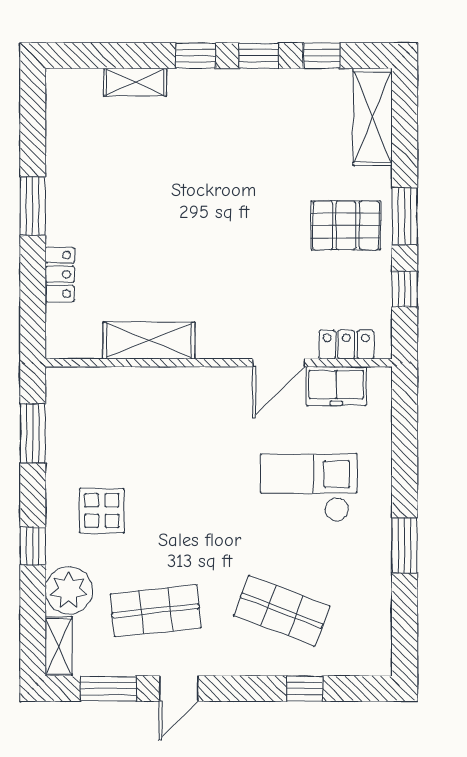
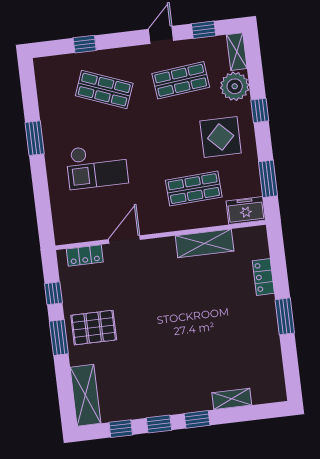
freezer: (336, 386) -> (246, 210), moved
shop shelf: (156, 432) -> (194, 189), added
display table: (102, 511) -> (221, 137), width x1.36, depth x1.36
window: (108, 689) -> (204, 30), width x0.67

